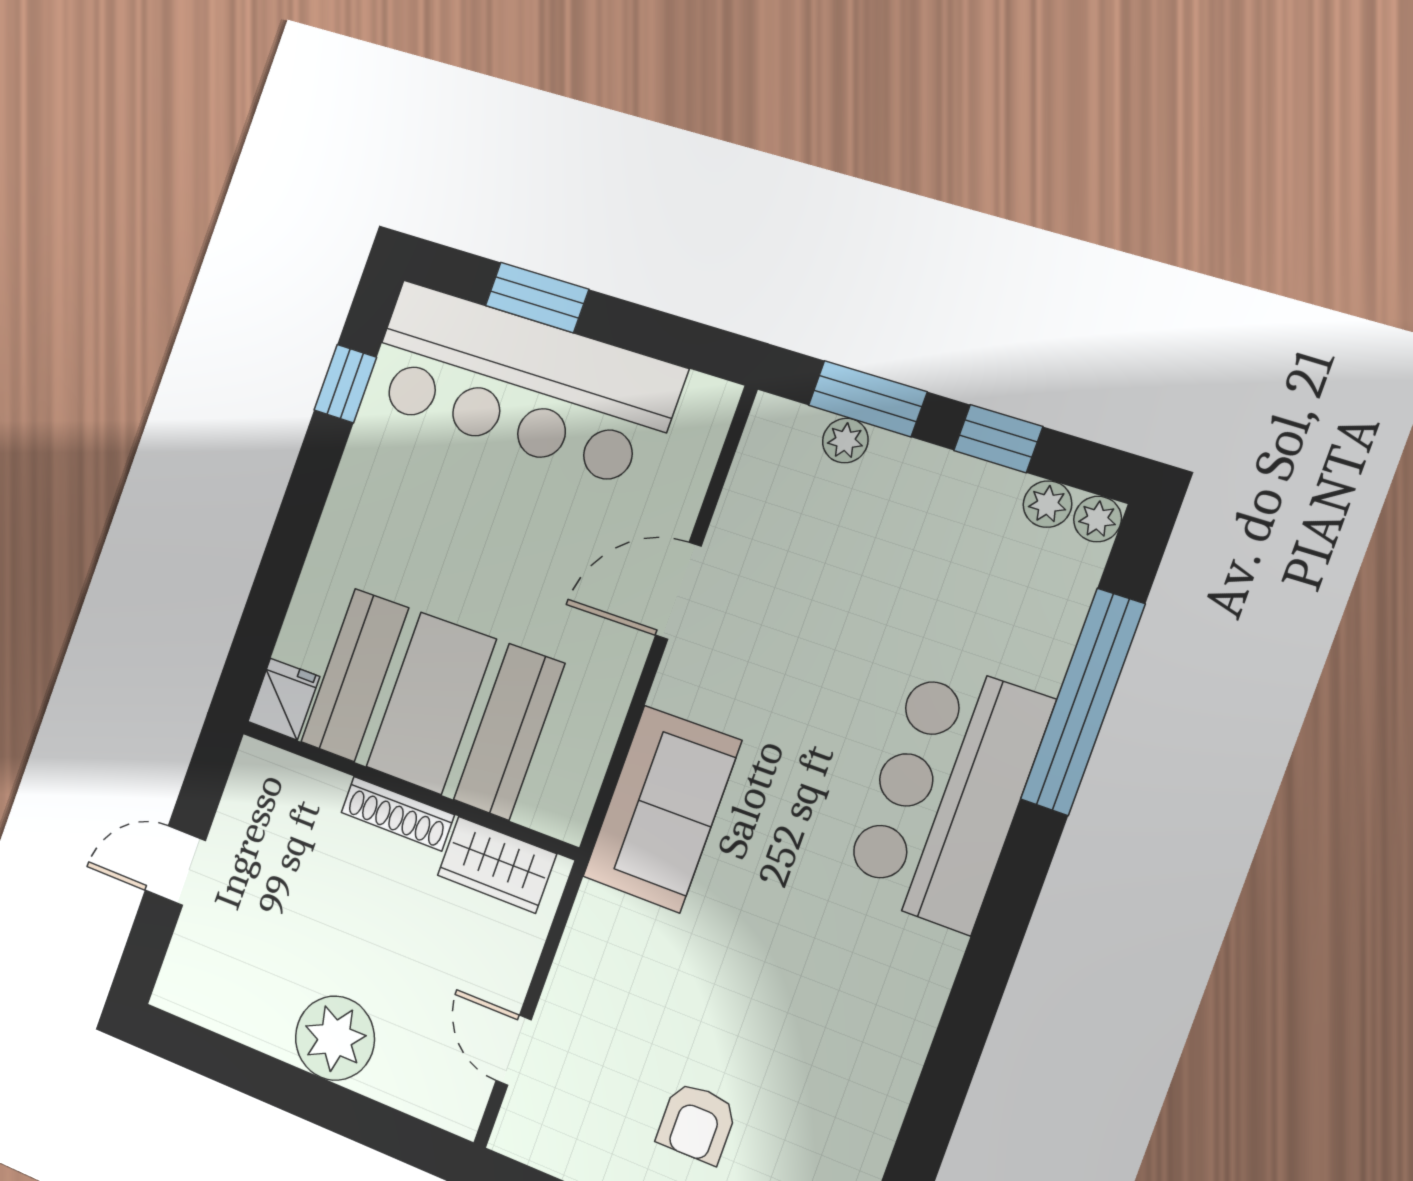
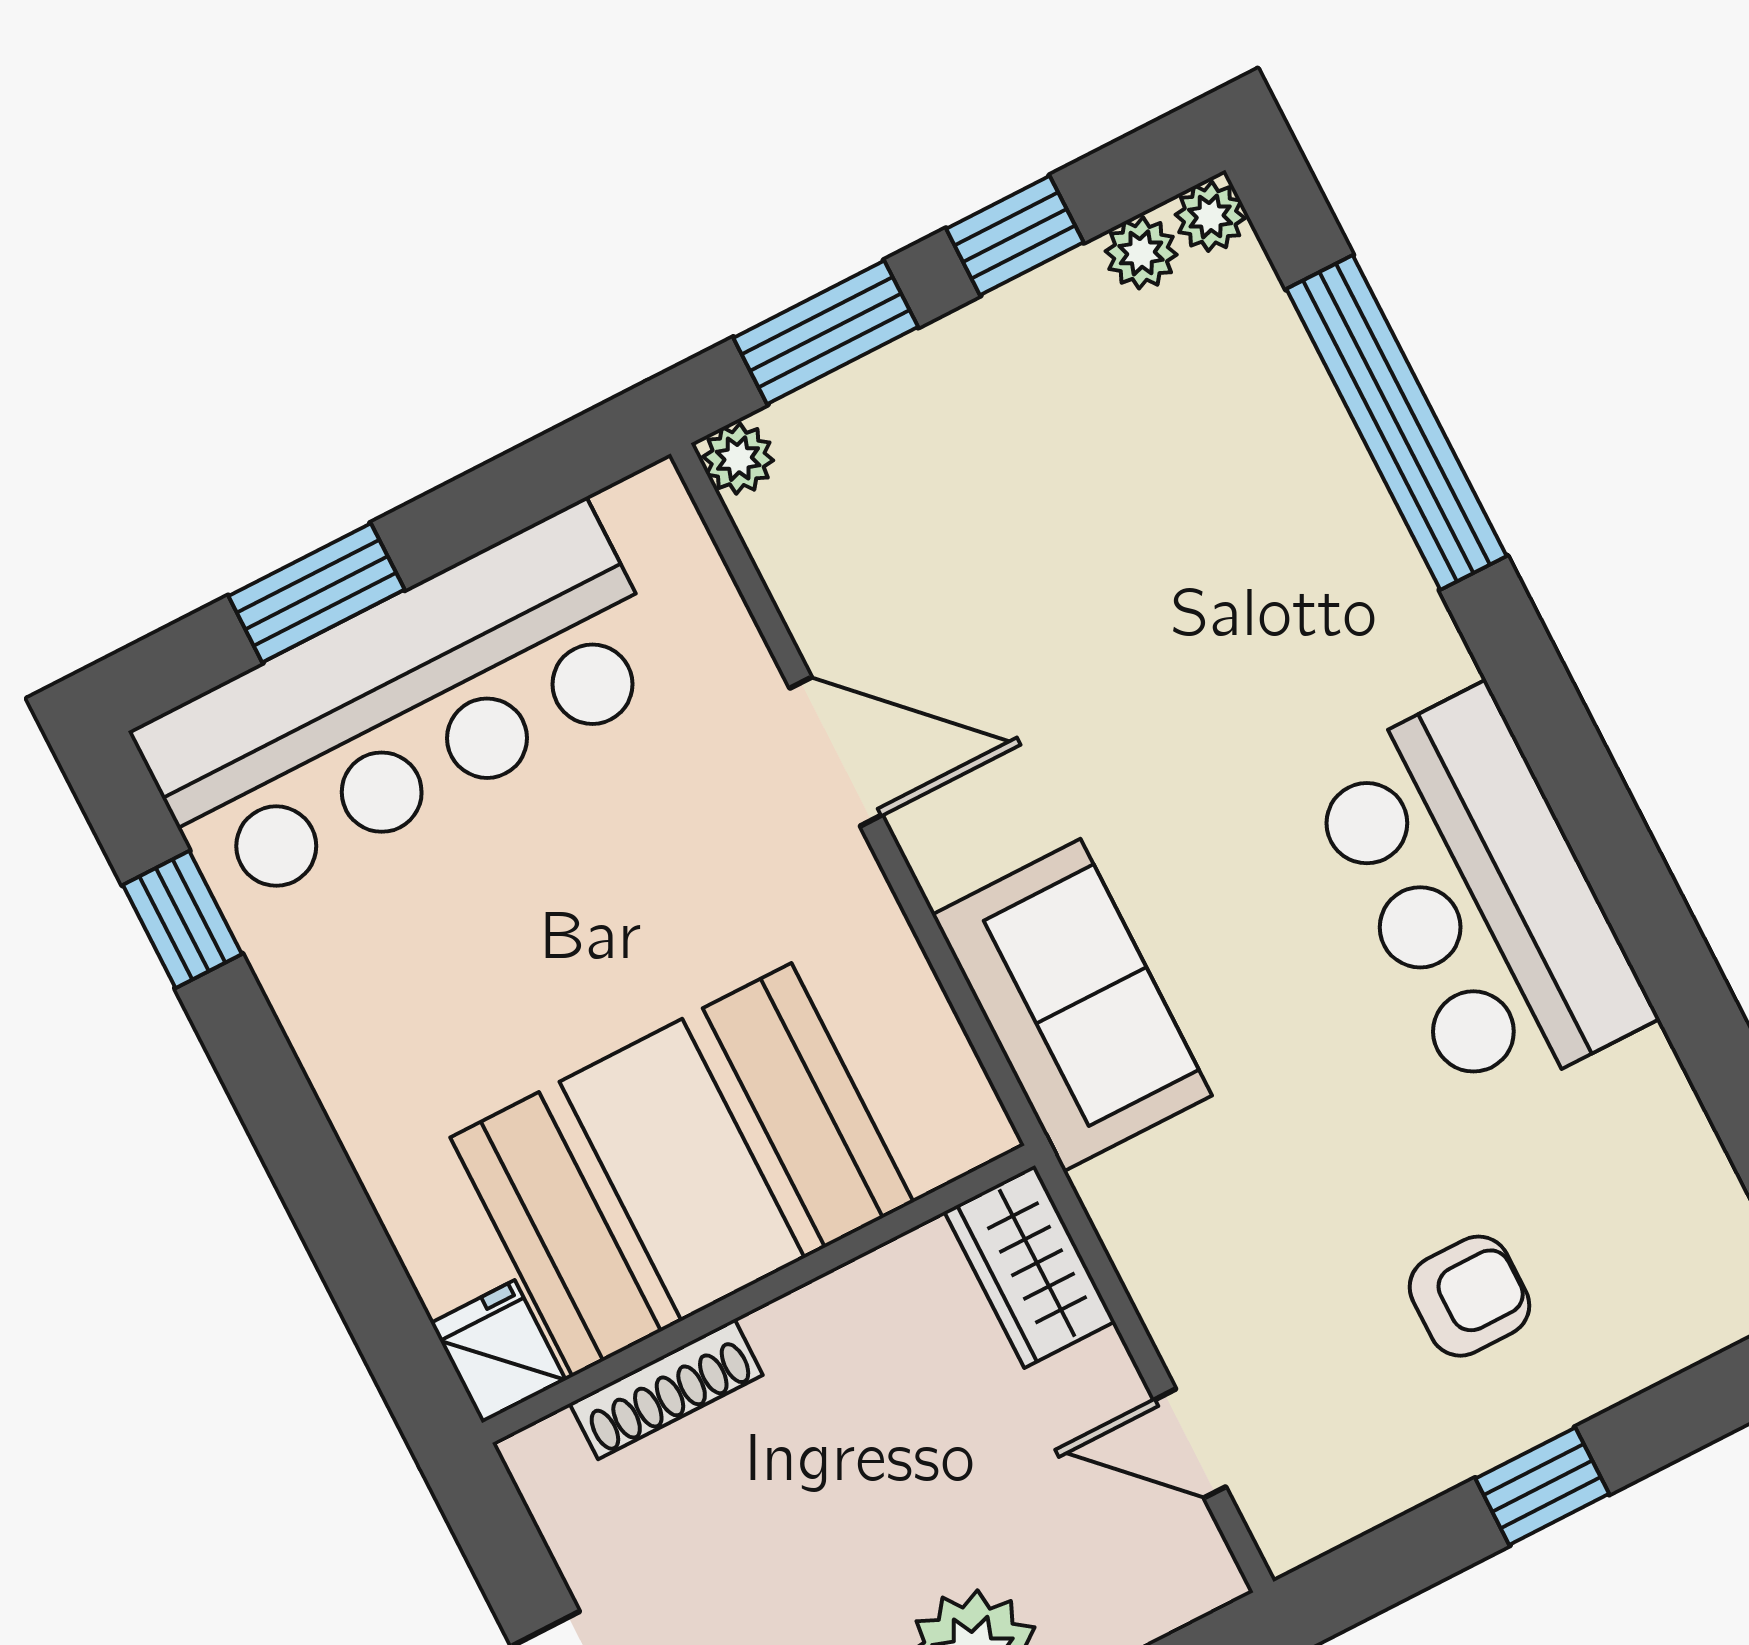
plant: (845, 441) -> (738, 459), moved
door: (678, 591) -> (836, 752), swing flipped
bar counter: (947, 794) -> (1479, 897), moved
shoe rack: (398, 814) -> (666, 1389), moved
wardrobe: (497, 865) -> (1030, 1267), moved, turned 90
armchair: (697, 1123) -> (1469, 1296), turned -90

